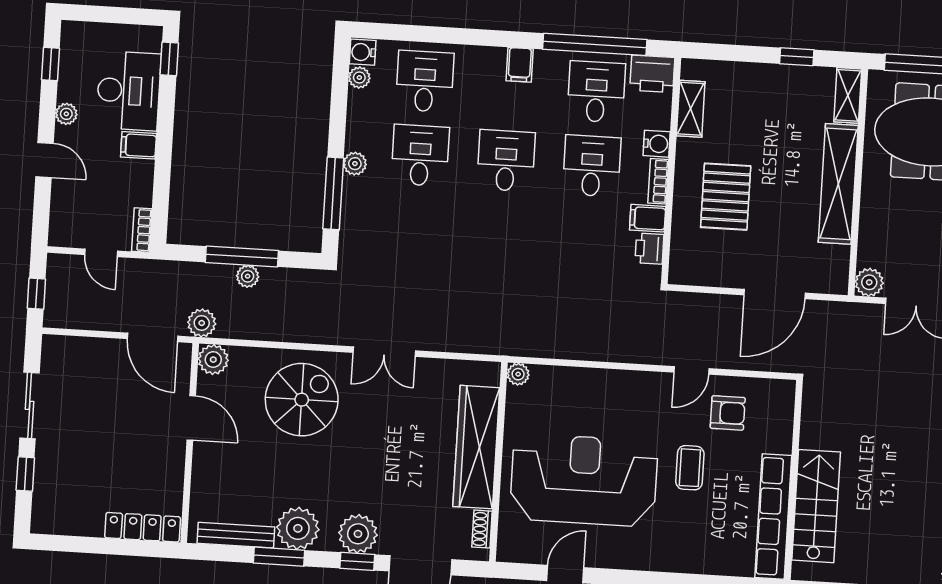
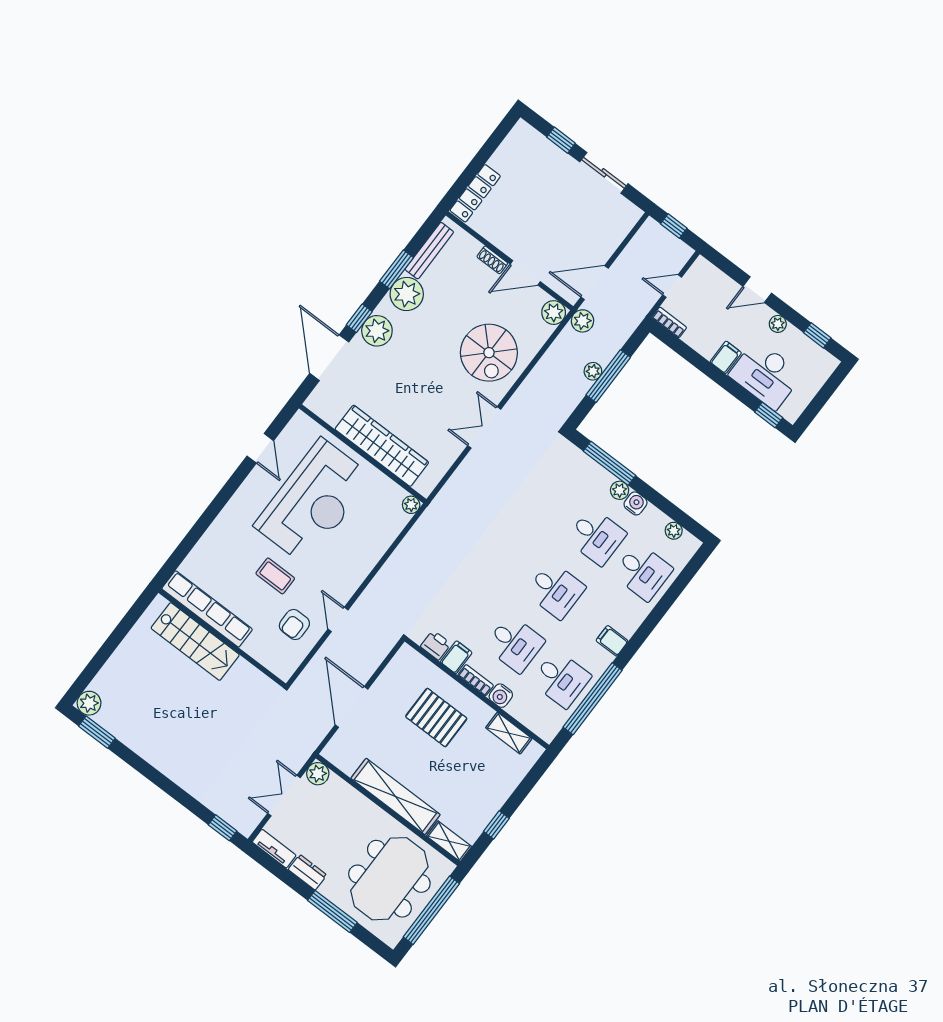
water cooler: (363, 52) -> (635, 503), moved
printer: (652, 74) -> (548, 723), removed
shoe rack: (482, 529) -> (492, 260), moved, turned 180

